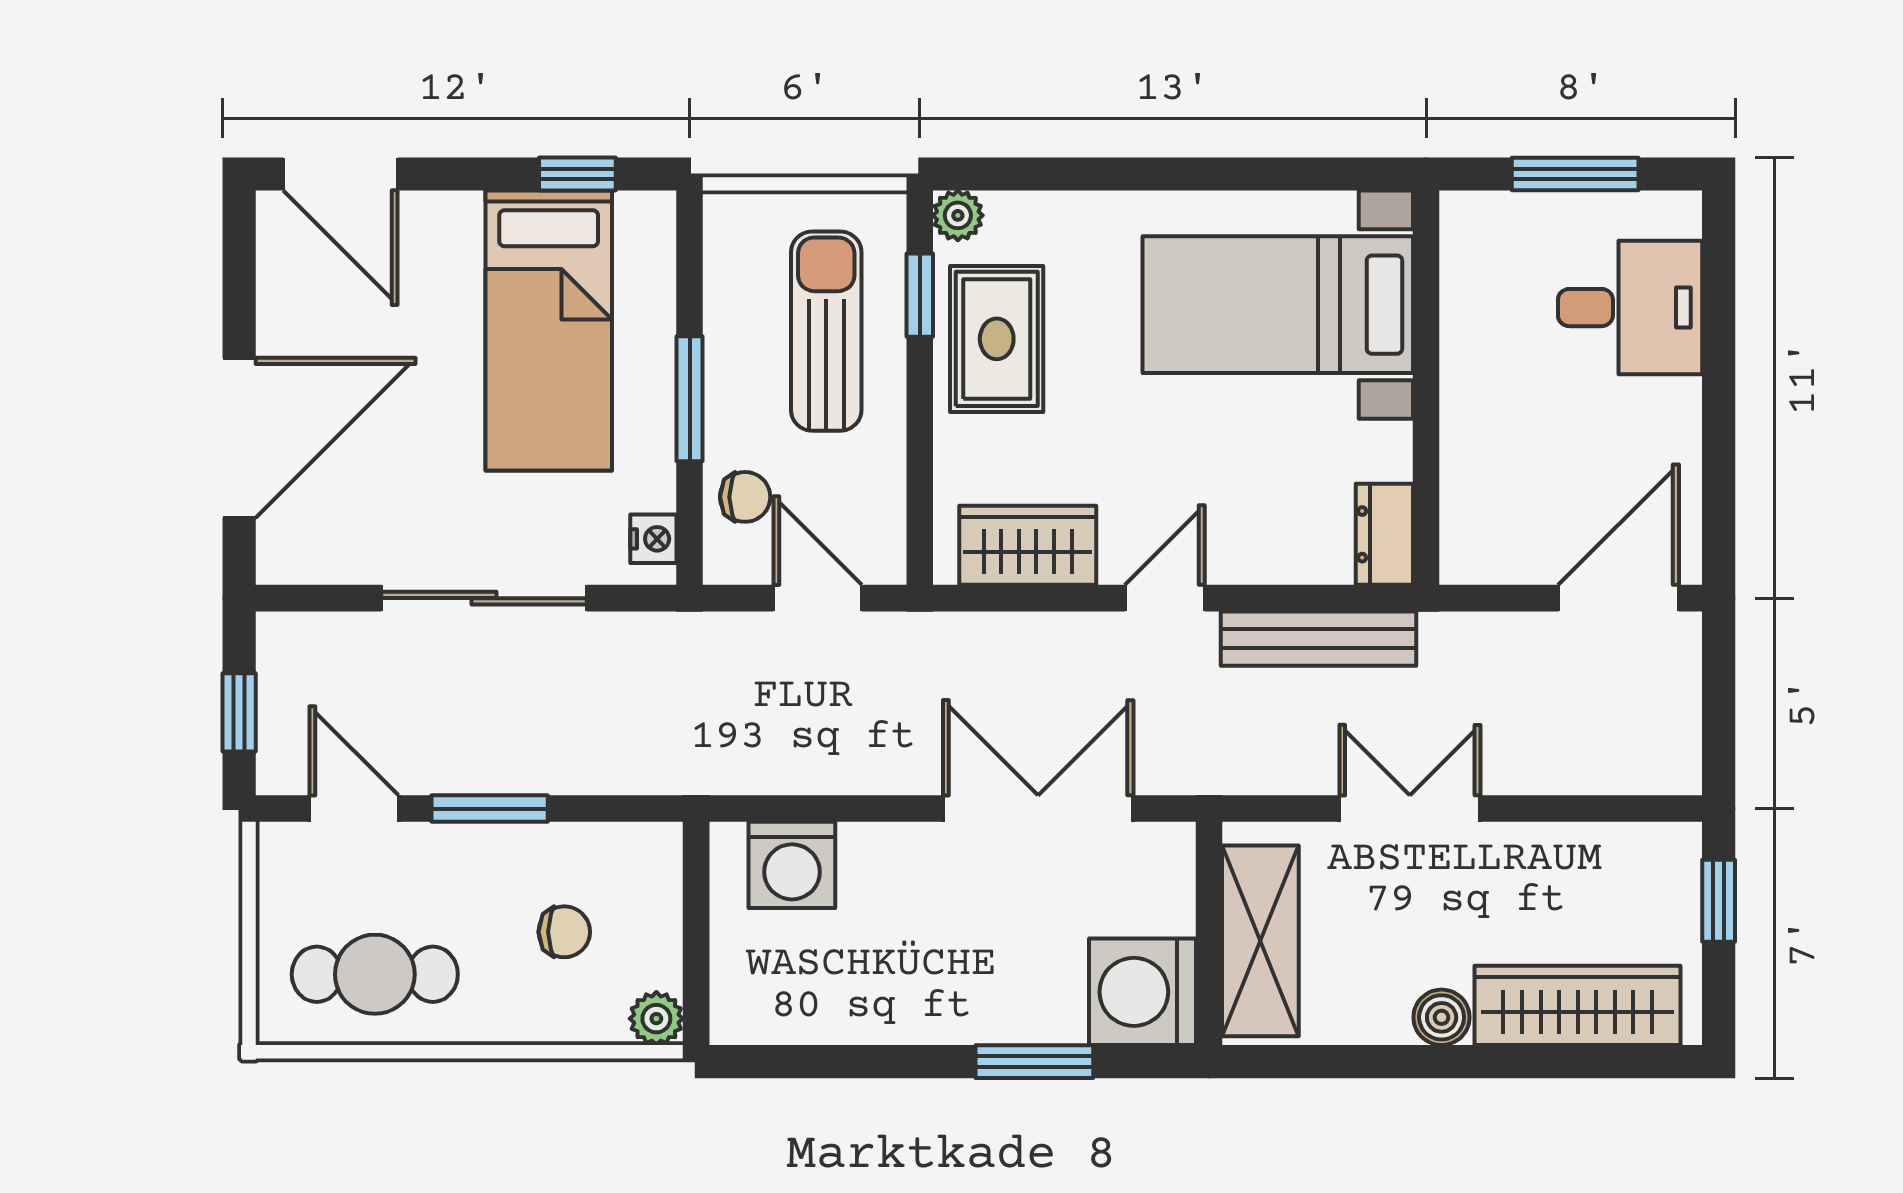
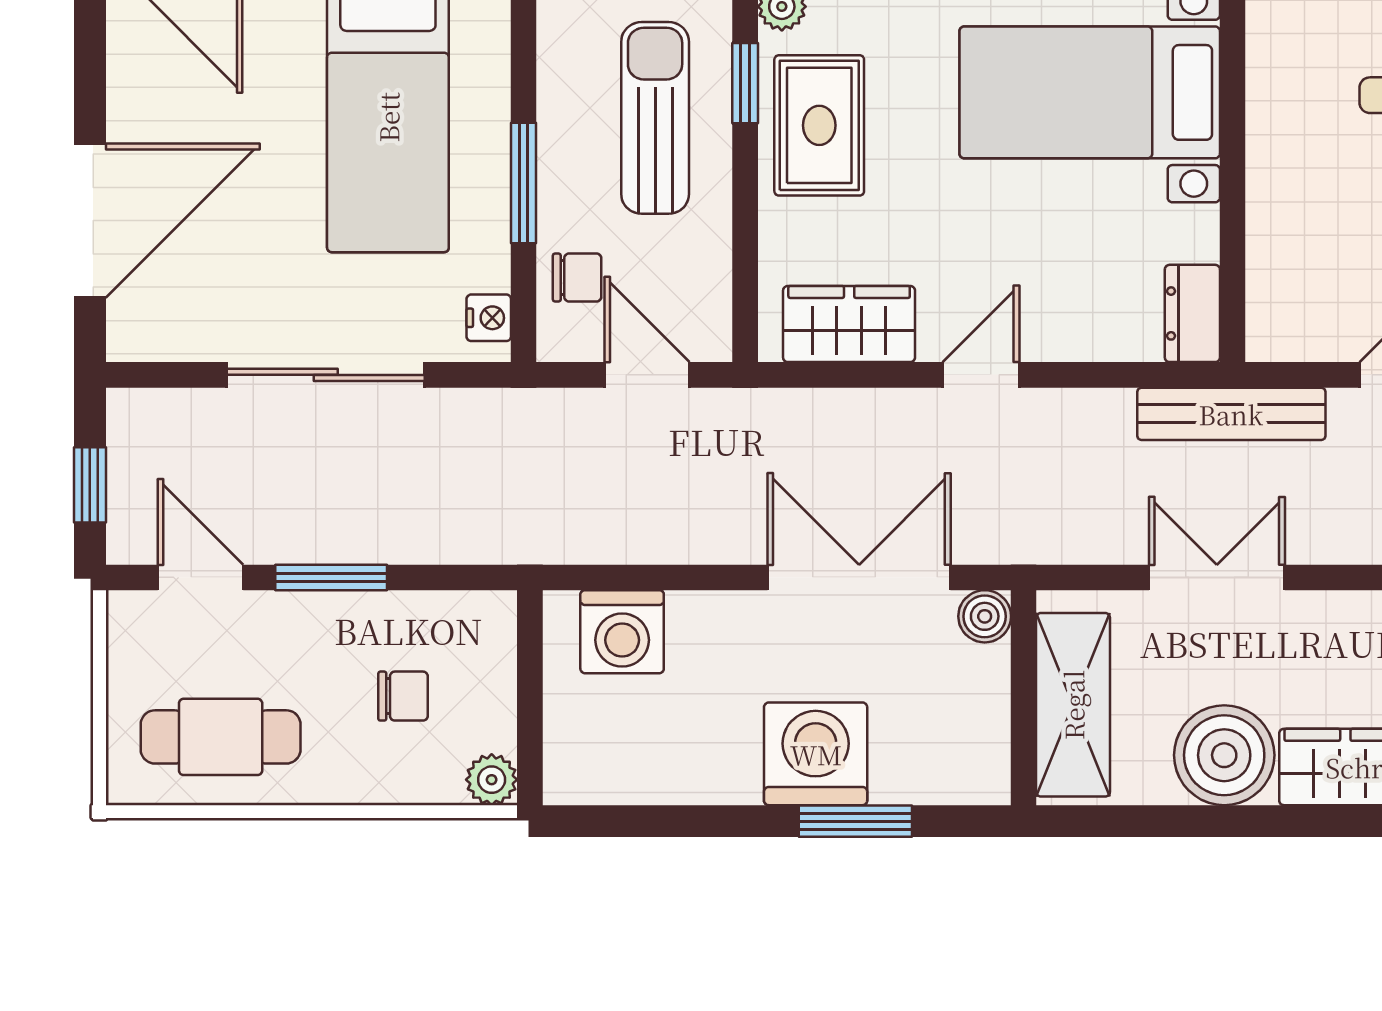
bench: (1318, 639) -> (1231, 414), moved
boiler: (1169, 849) -> (985, 616), added
washing machine: (1142, 992) -> (816, 754), moved, turned 90
boiler: (1442, 1017) -> (1224, 755), width x1.86, depth x1.86

